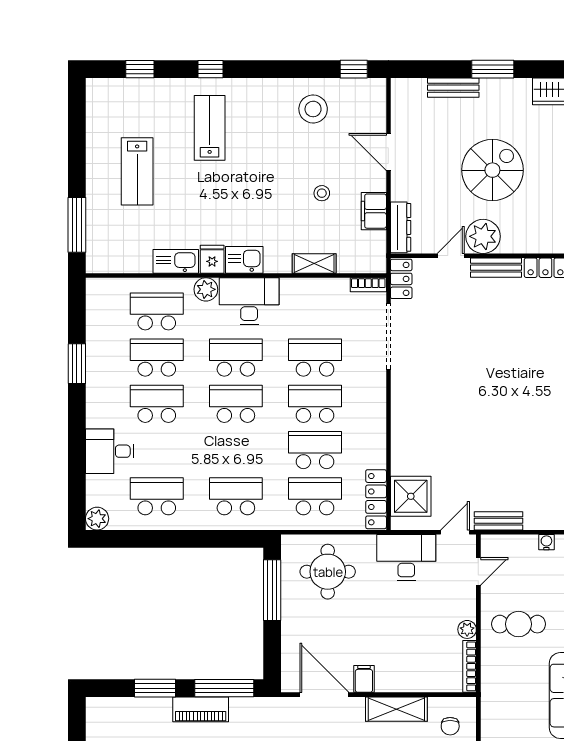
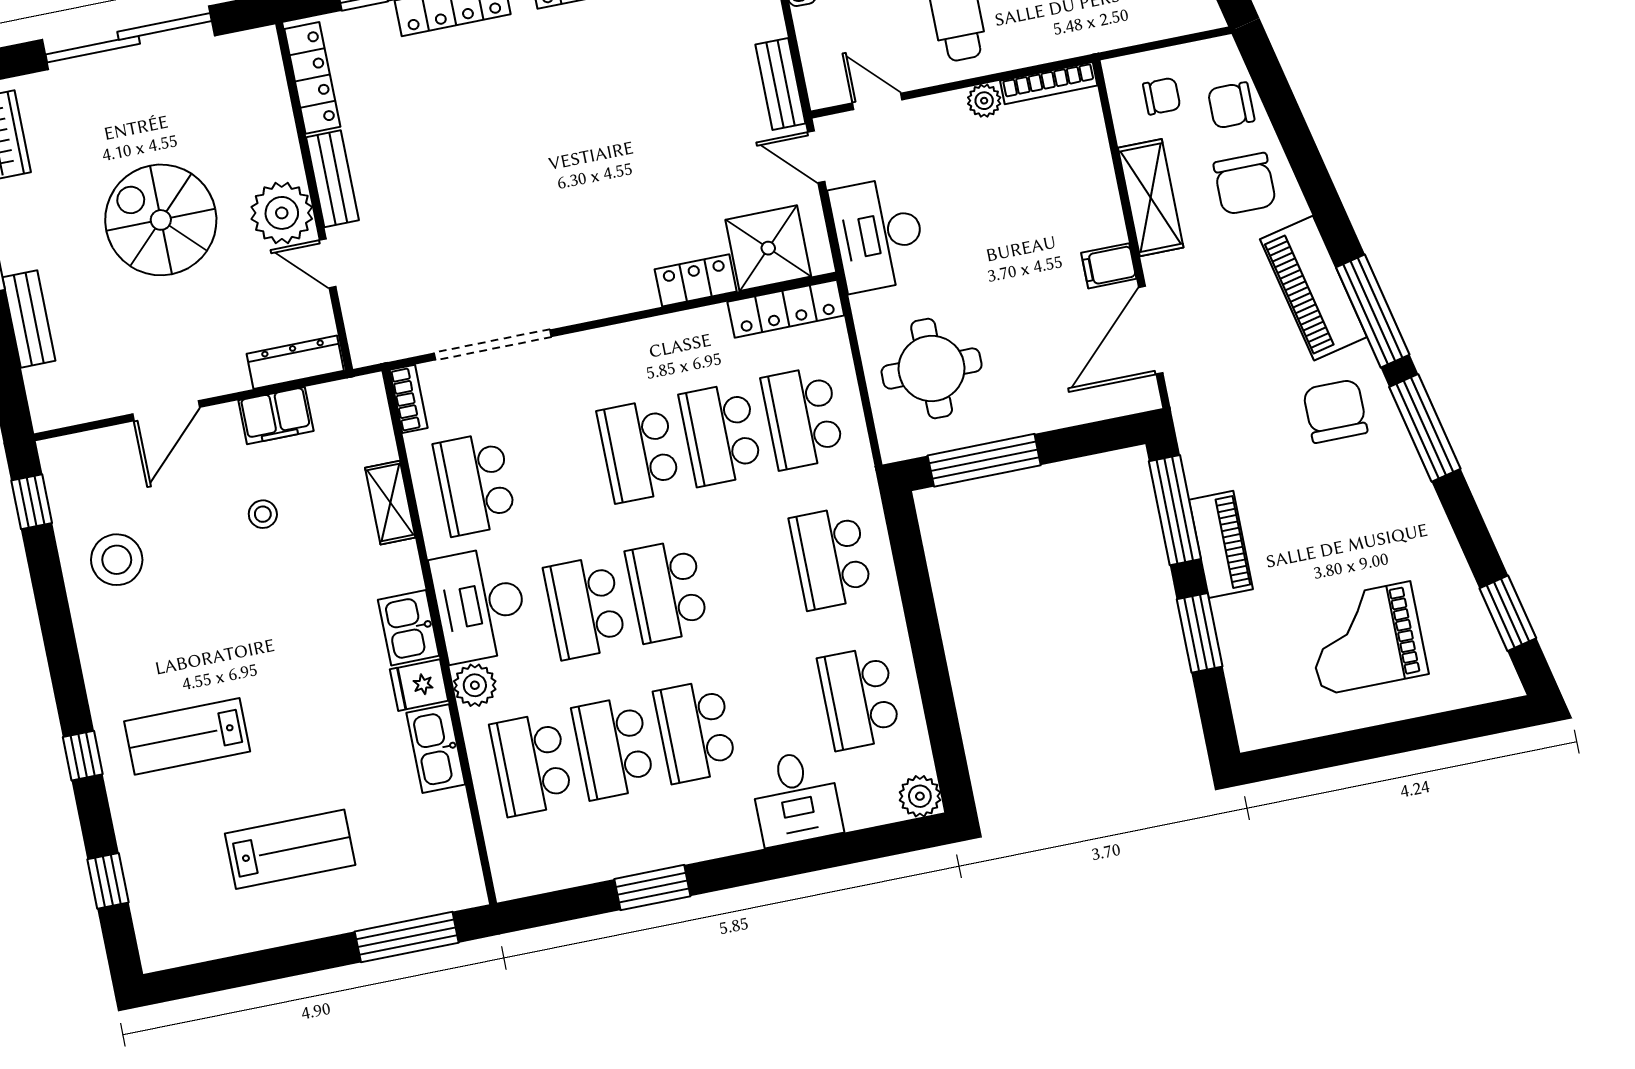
locker: (401, 279) -> (696, 280), moved
school desk: (315, 358) -> (475, 484), moved

